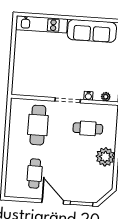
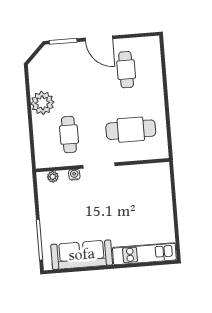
cafe table: (38, 125) -> (131, 130), turned 90
cafe table: (88, 128) -> (69, 135), turned 90

